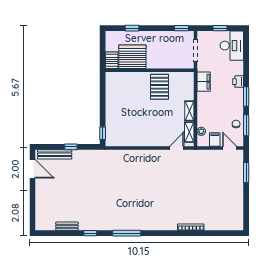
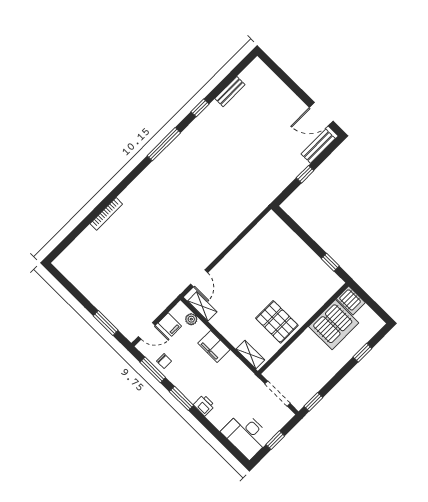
filing cabinet: (204, 82) -> (214, 346), moved
shelving: (189, 111) -> (250, 354), moved
window: (103, 133) -> (330, 262), moved
bench: (55, 154) -> (318, 146), width x0.73

